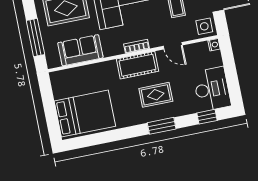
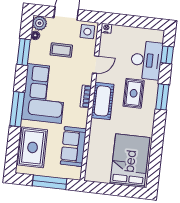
desk: (212, 89) -> (146, 60), moved, turned 90

